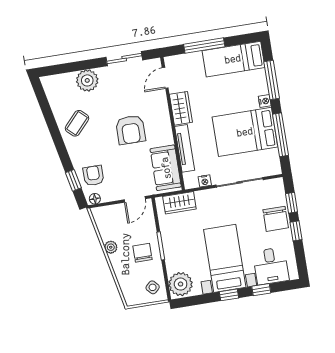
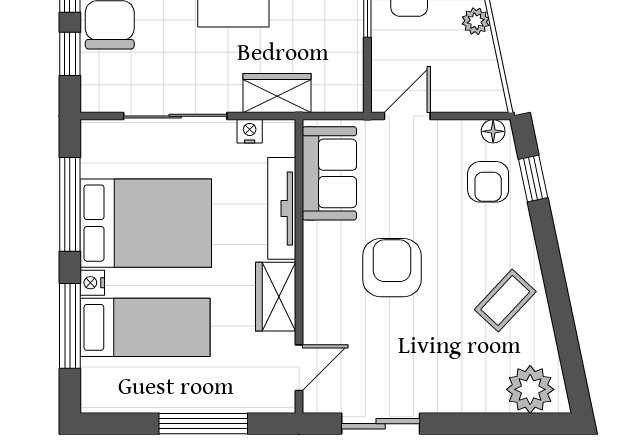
bed: (233, 59) -> (145, 327), moved
plant: (87, 80) -> (530, 389), moved
wardrobe: (179, 203) -> (277, 93), moved

